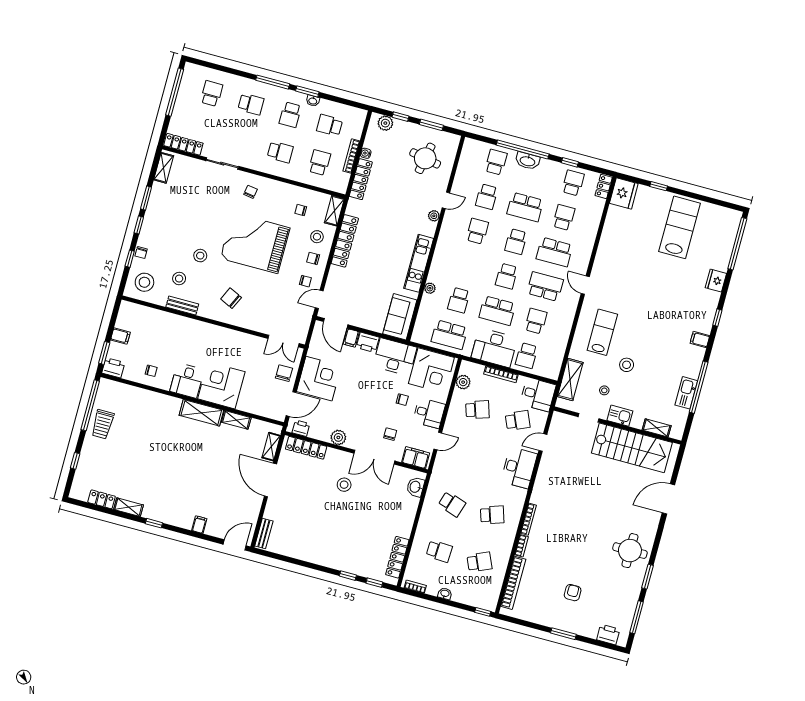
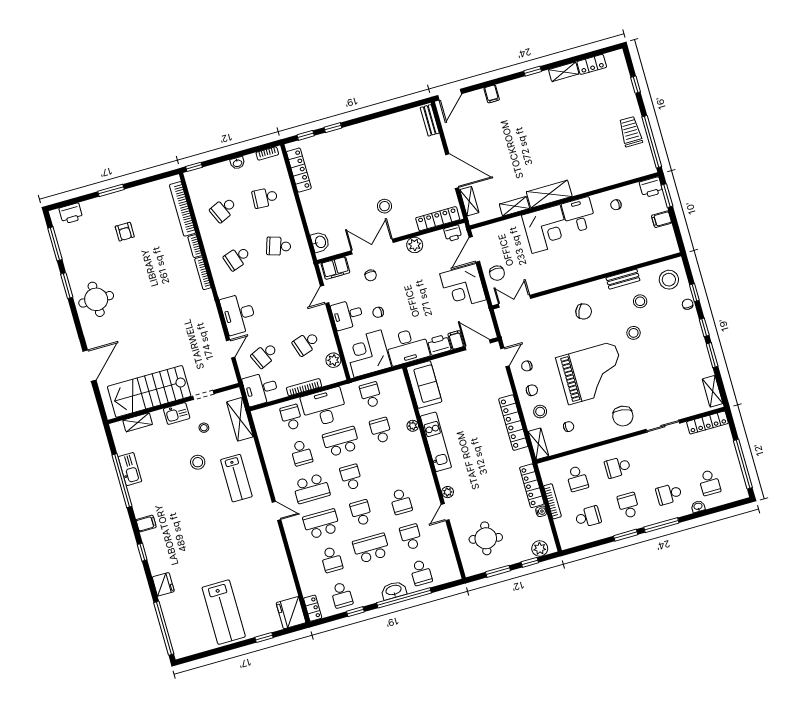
washbasin: (313, 101) -> (698, 507), moved
chair: (251, 192) -> (623, 416), width x1.87, depth x1.87
school desk: (449, 335) -> (371, 395), width x0.54

